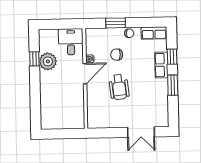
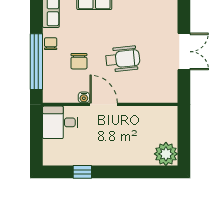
window: (116, 23) -> (36, 62), width x2.11
plant: (48, 61) -> (166, 154), moved
double door: (141, 132) -> (184, 52), moved

